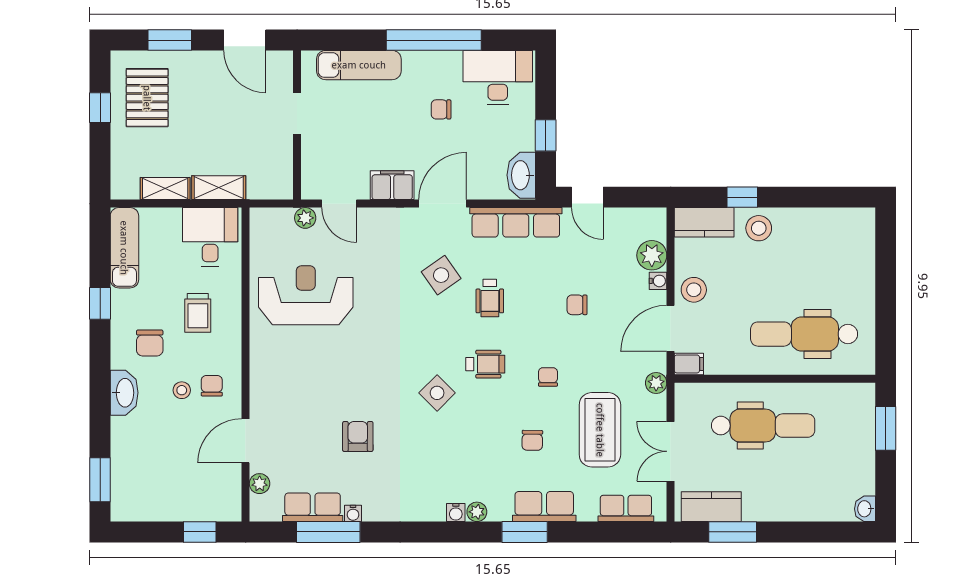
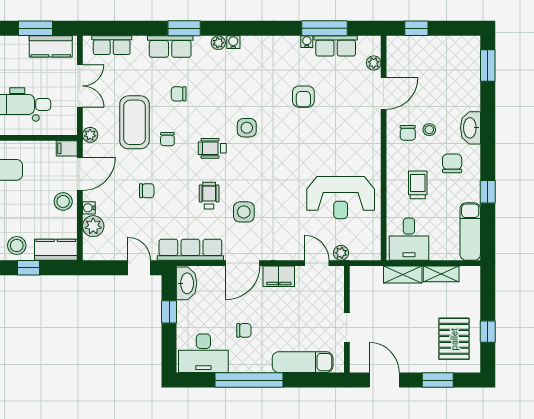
side table: (441, 275) -> (244, 212), turned 35
side table: (437, 393) -> (247, 128), turned 45
coffee table: (600, 430) -> (134, 122), moved
chair: (532, 440) -> (179, 94), turned -91

